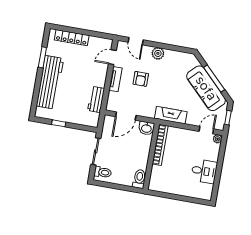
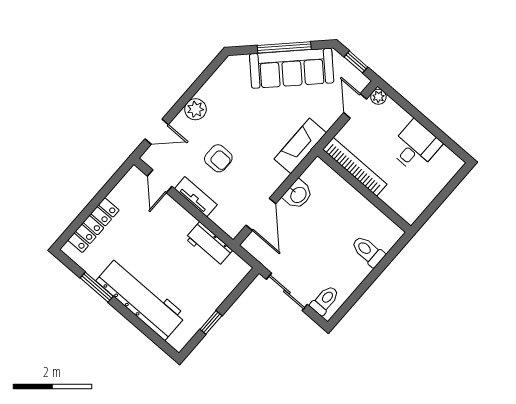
bookcase: (160, 145) -> (355, 167), moved
wall: (151, 157) -> (364, 191), moved

